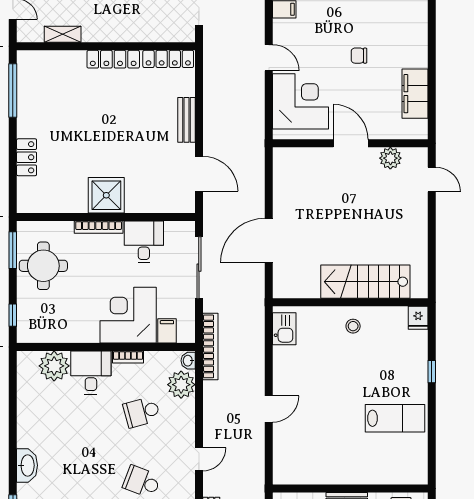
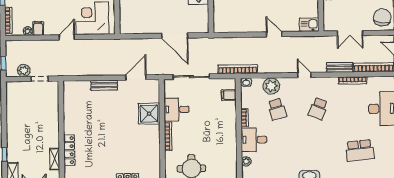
locker: (113, 59) -> (69, 150), moved
locker: (168, 59) -> (68, 97), removed
shower: (106, 195) -> (149, 114), moved
corner desk: (128, 315) -> (220, 118), removed
kitchen sink: (284, 329) -> (309, 25), moved
plant: (54, 366) -> (246, 161), width x0.53, depth x0.53
plant: (181, 385) -> (271, 86), moved

